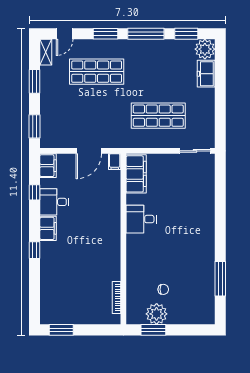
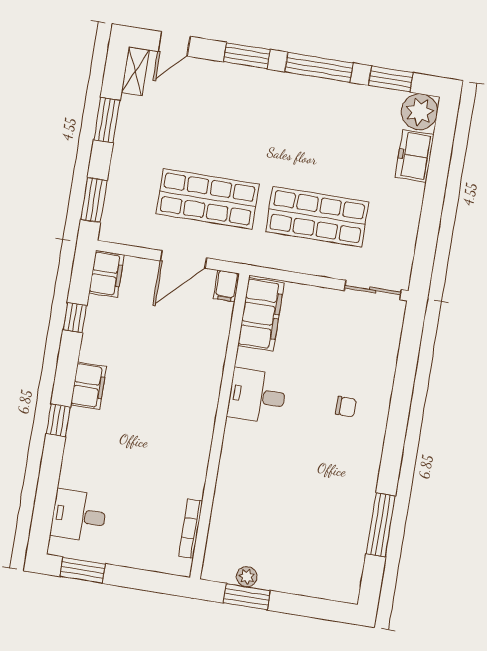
shop shelf: (97, 72) -> (208, 199), moved
desk: (54, 202) -> (79, 516), moved
chair: (163, 289) -> (346, 407), moved
plant: (157, 314) -> (247, 577), width x0.53, depth x0.53

